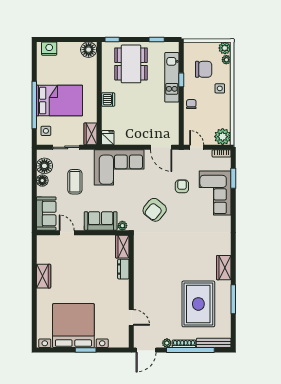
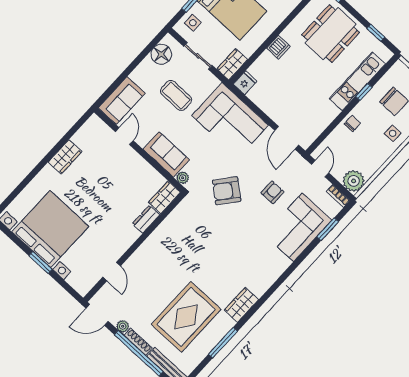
floor lamp: (42, 181) -> (147, 66), removed
coffee table: (75, 182) -> (176, 95), turned 90

